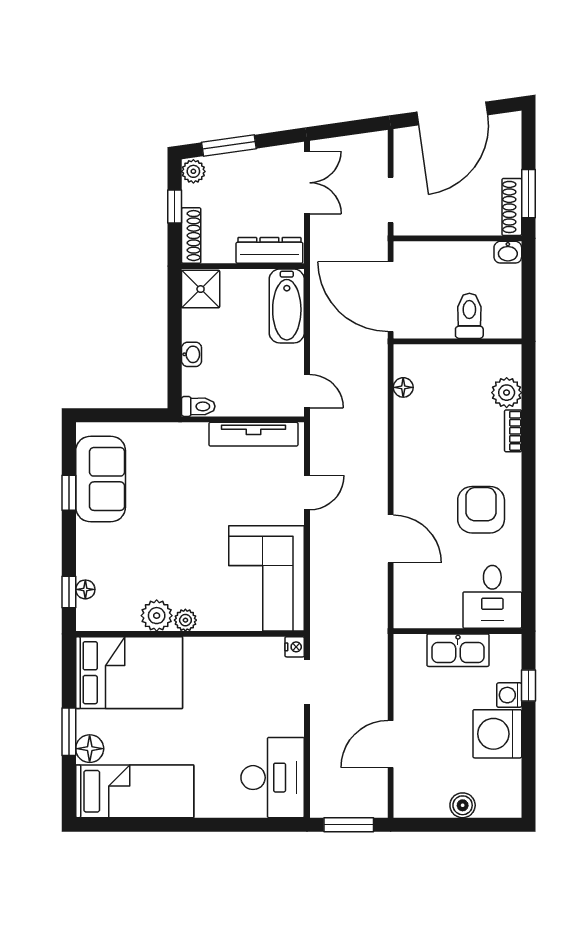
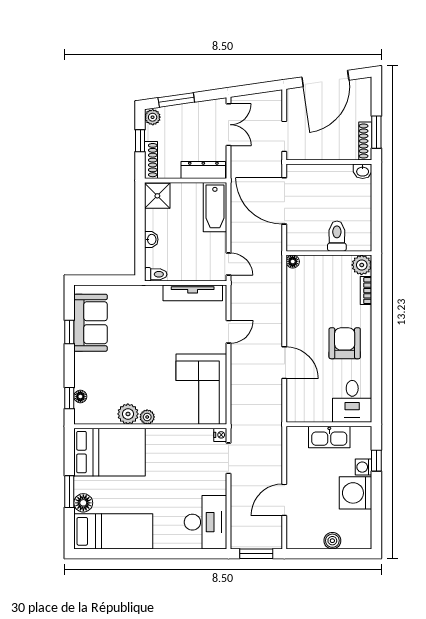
toilet: (469, 316) -> (337, 236), moved
wall: (457, 341) -> (329, 253), moved

